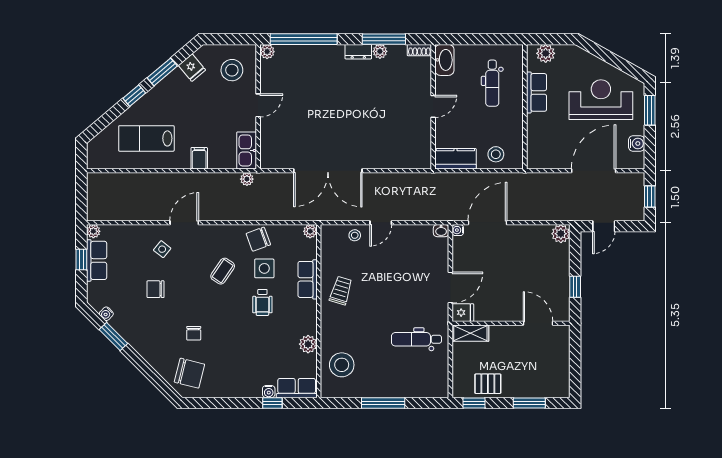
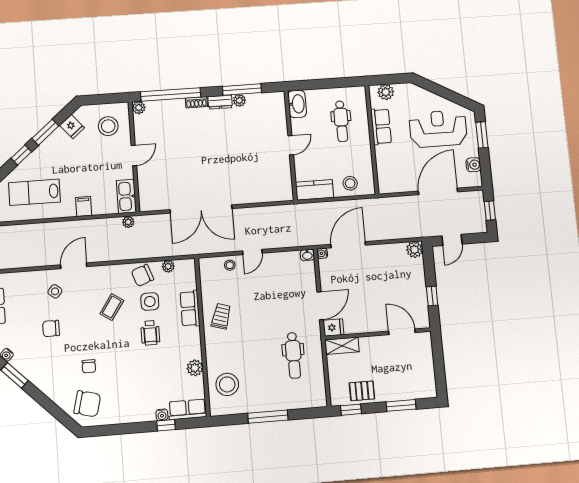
shoe rack: (419, 50) -> (196, 102), moved
plant: (310, 231) -> (168, 266), moved
dental chair: (416, 339) -> (293, 355), turned -90

